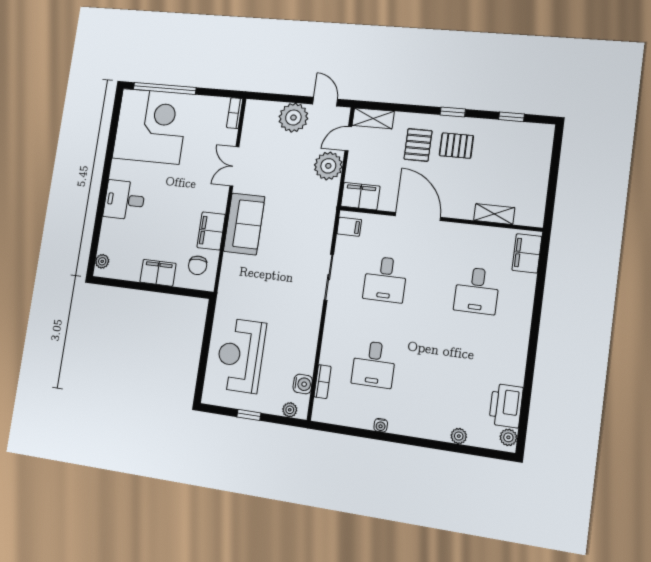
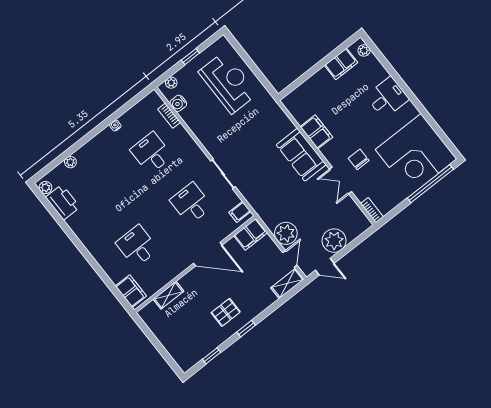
pallet: (418, 145) -> (247, 293), removed
double door: (234, 166) -> (340, 180), swing flipped
chair: (198, 265) -> (359, 159), moved
filing cabinet: (158, 273) -> (341, 64), moved

